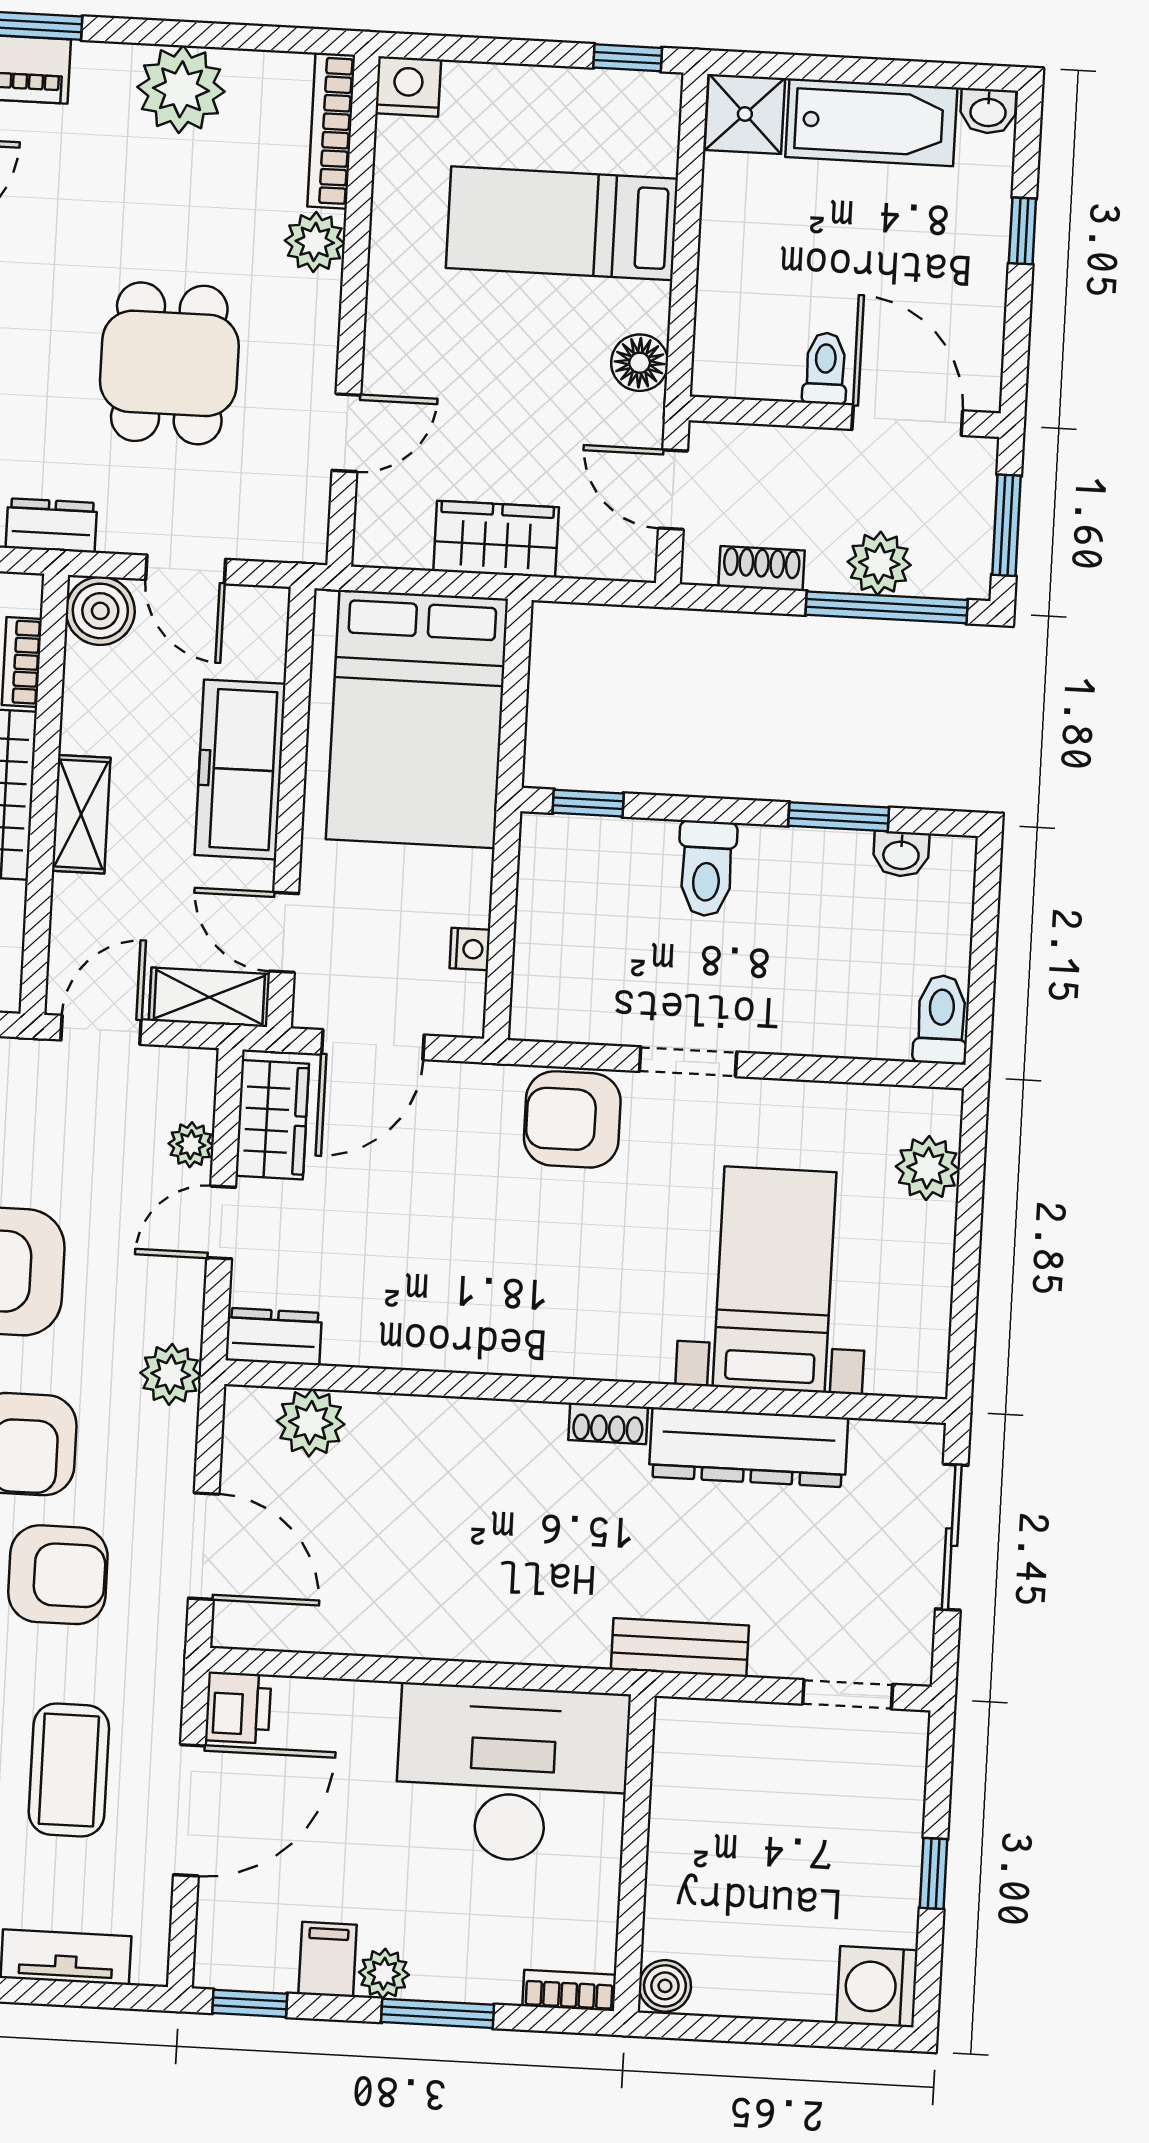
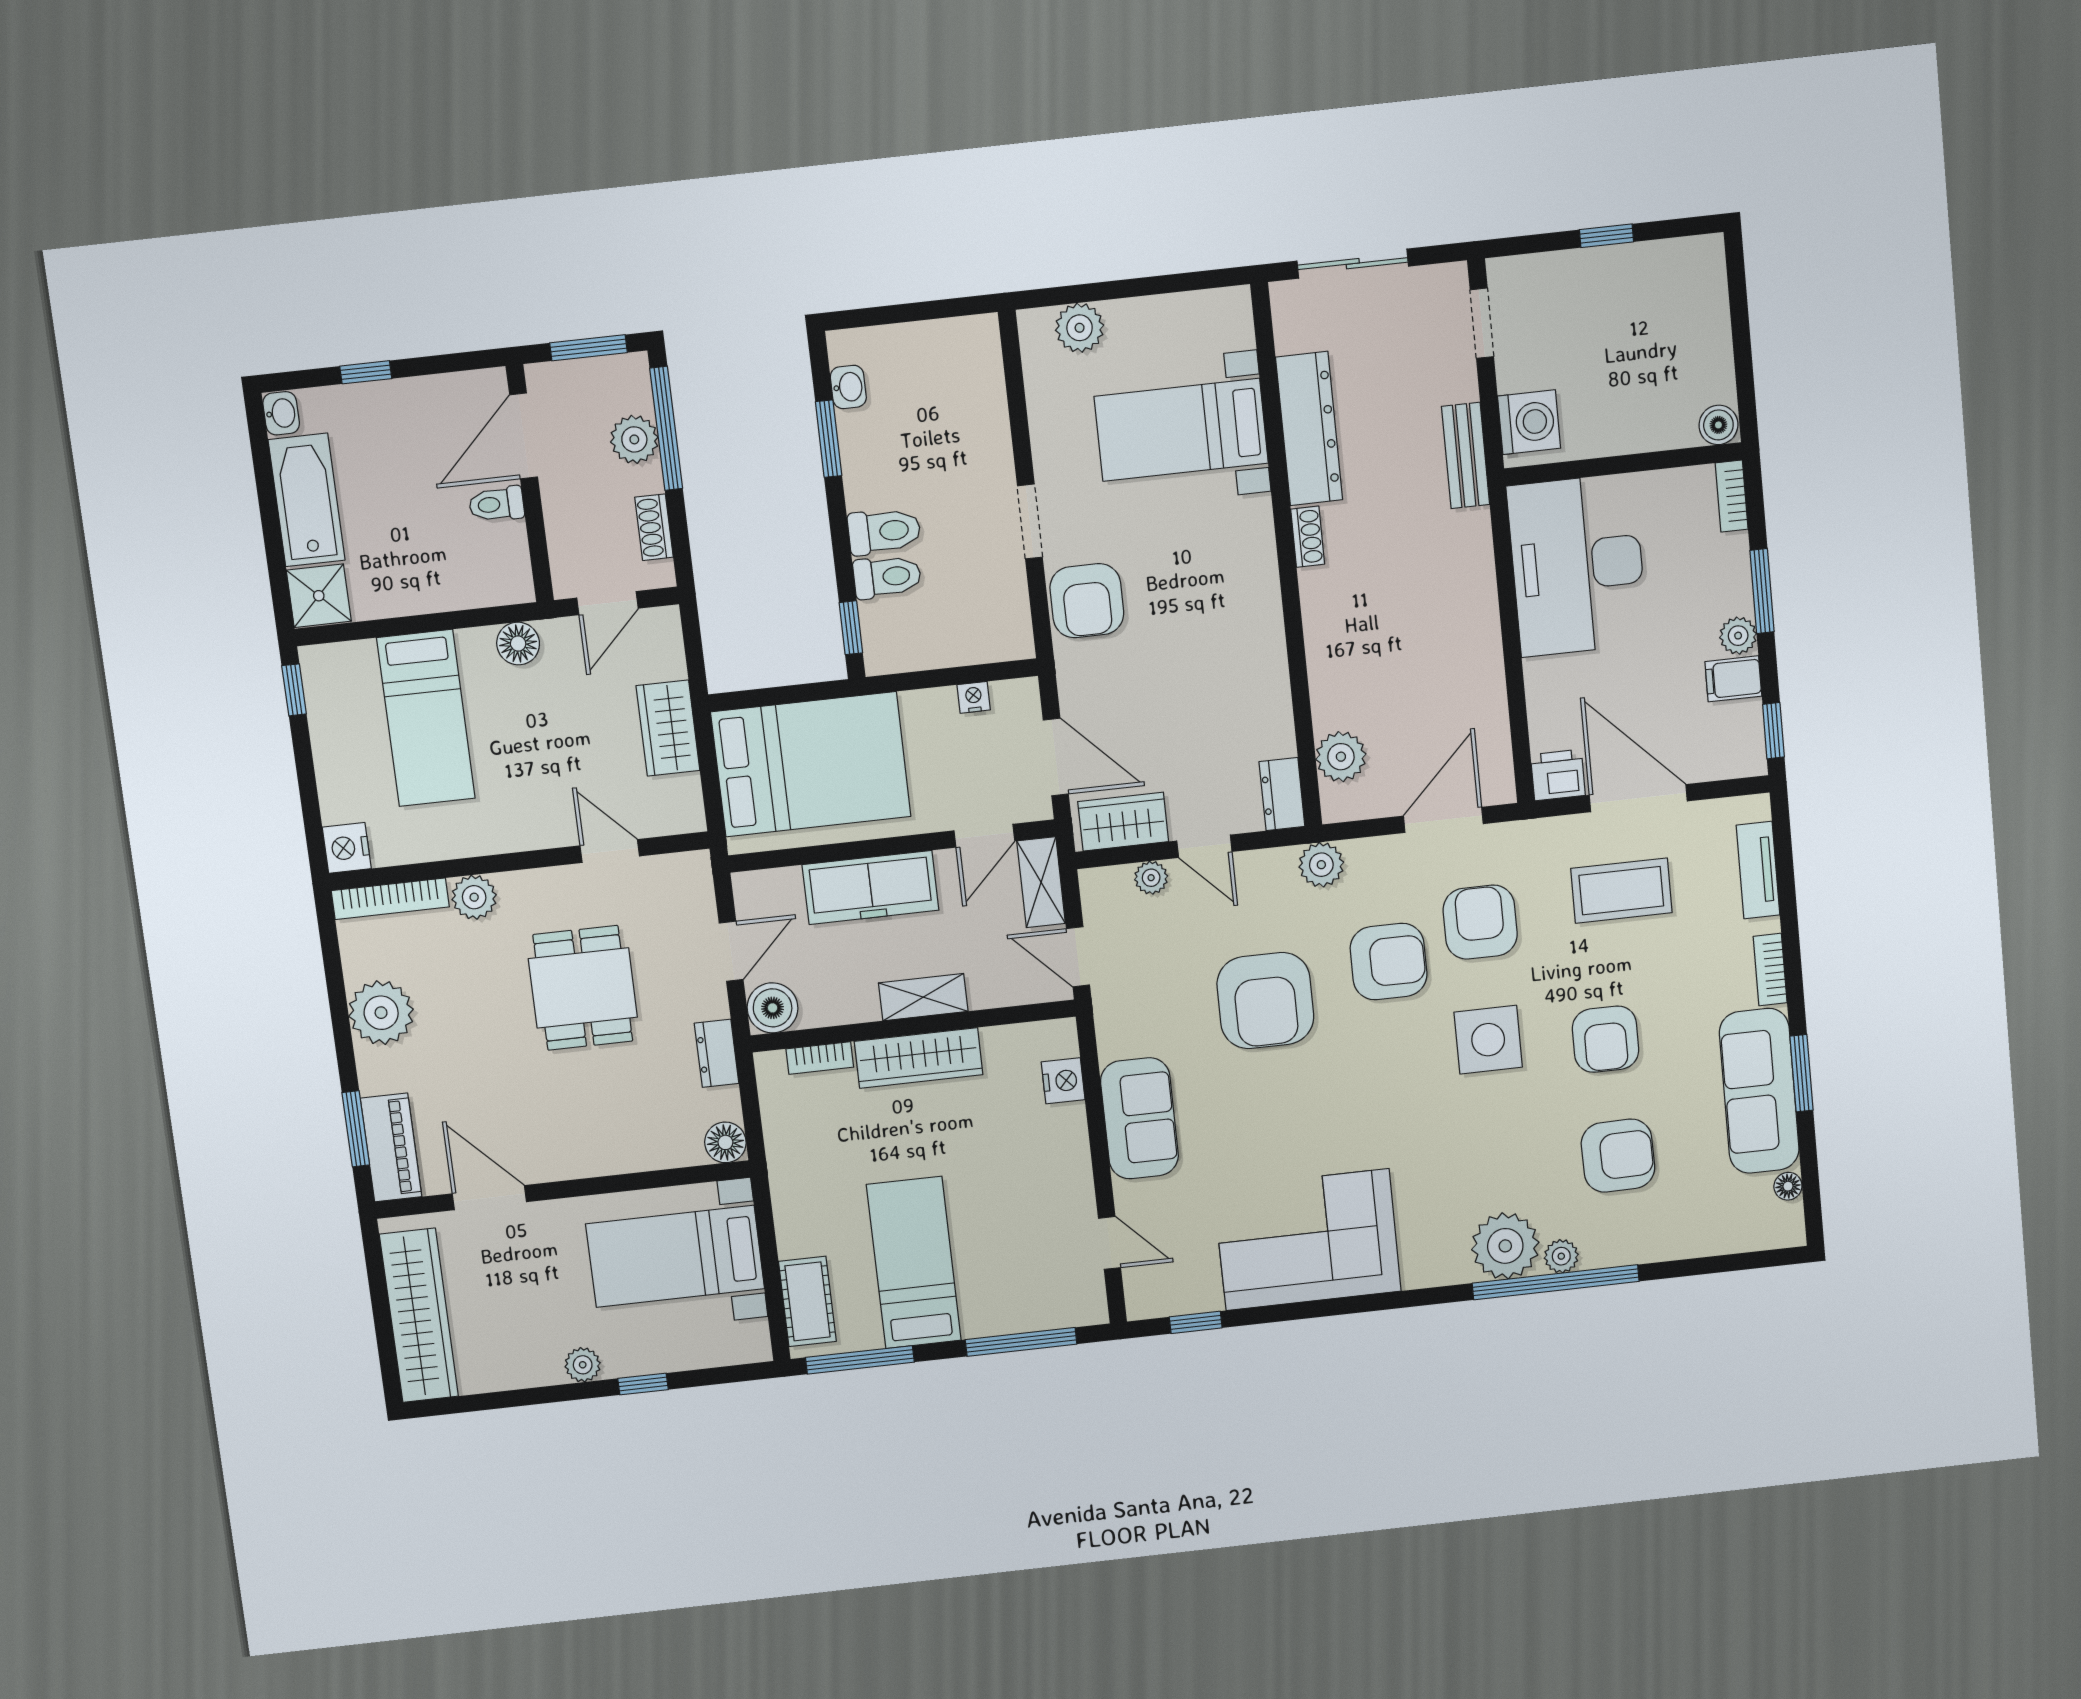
dining table: (169, 363) -> (583, 988), turned 90
toilet: (941, 1019) -> (887, 577), moved, turned 180
washing machine: (877, 1987) -> (1529, 422), moved, turned -90

